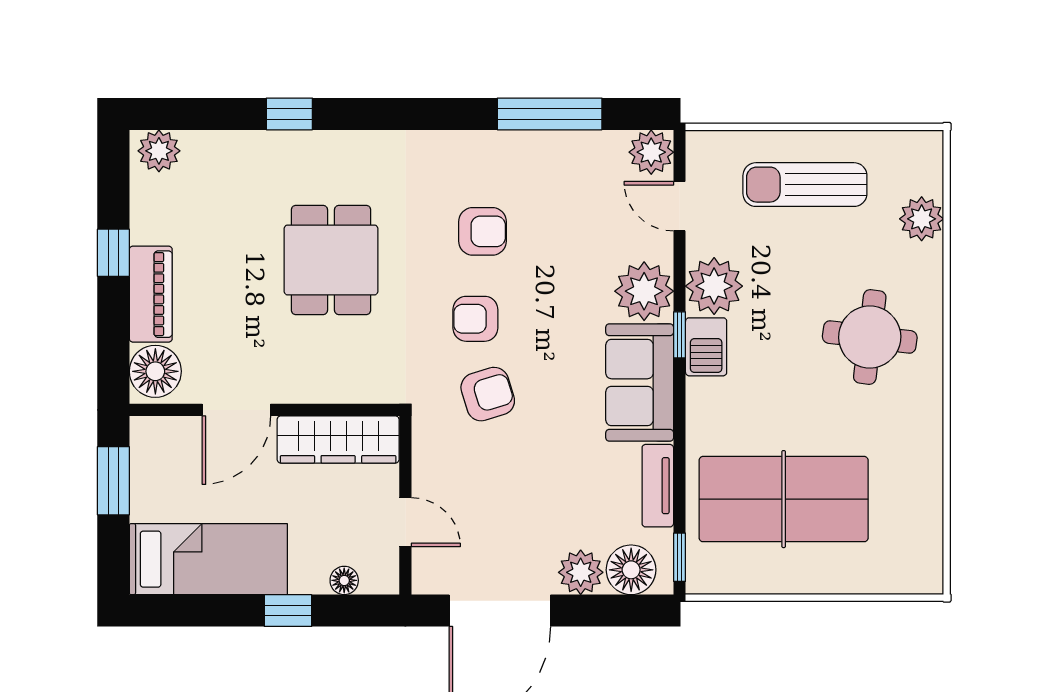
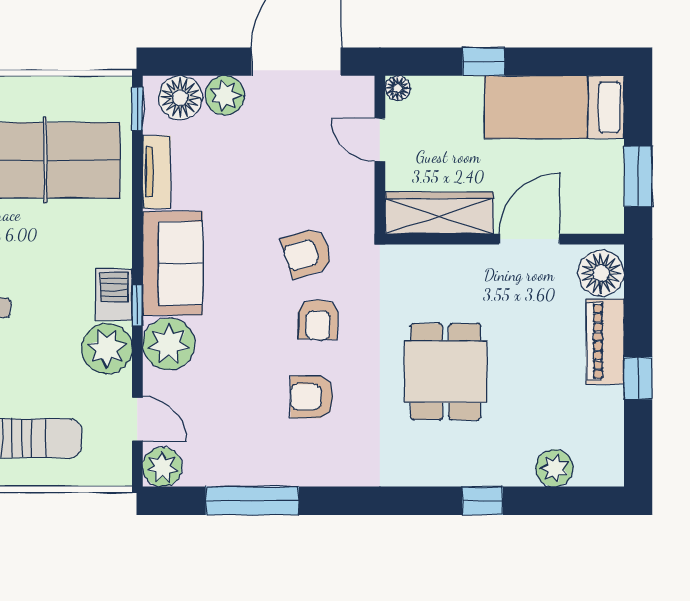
plant: (159, 151) -> (555, 468), moved
armchair: (475, 319) -> (318, 320), turned 91
floor lamp: (344, 580) -> (398, 88), moved

